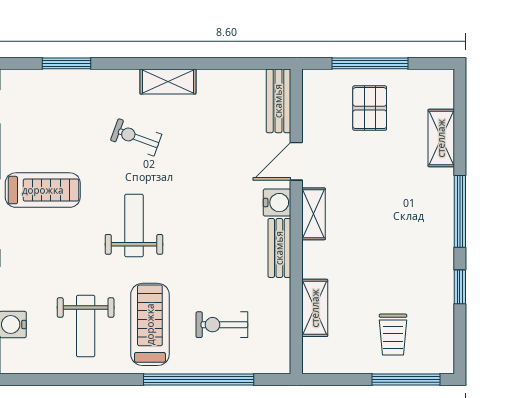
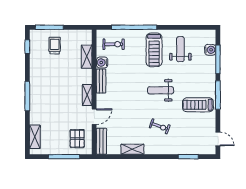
shelving: (168, 82) -> (132, 149), moved
pallet: (370, 108) -> (77, 139), moved
shelving: (441, 138) -> (35, 137), moved
water cooler: (277, 203) -> (102, 63), moved
weight bench: (134, 225) -> (161, 90), turned 90
window: (460, 287) -> (27, 47), moved
exercise bike: (222, 325) -> (114, 44), moved

